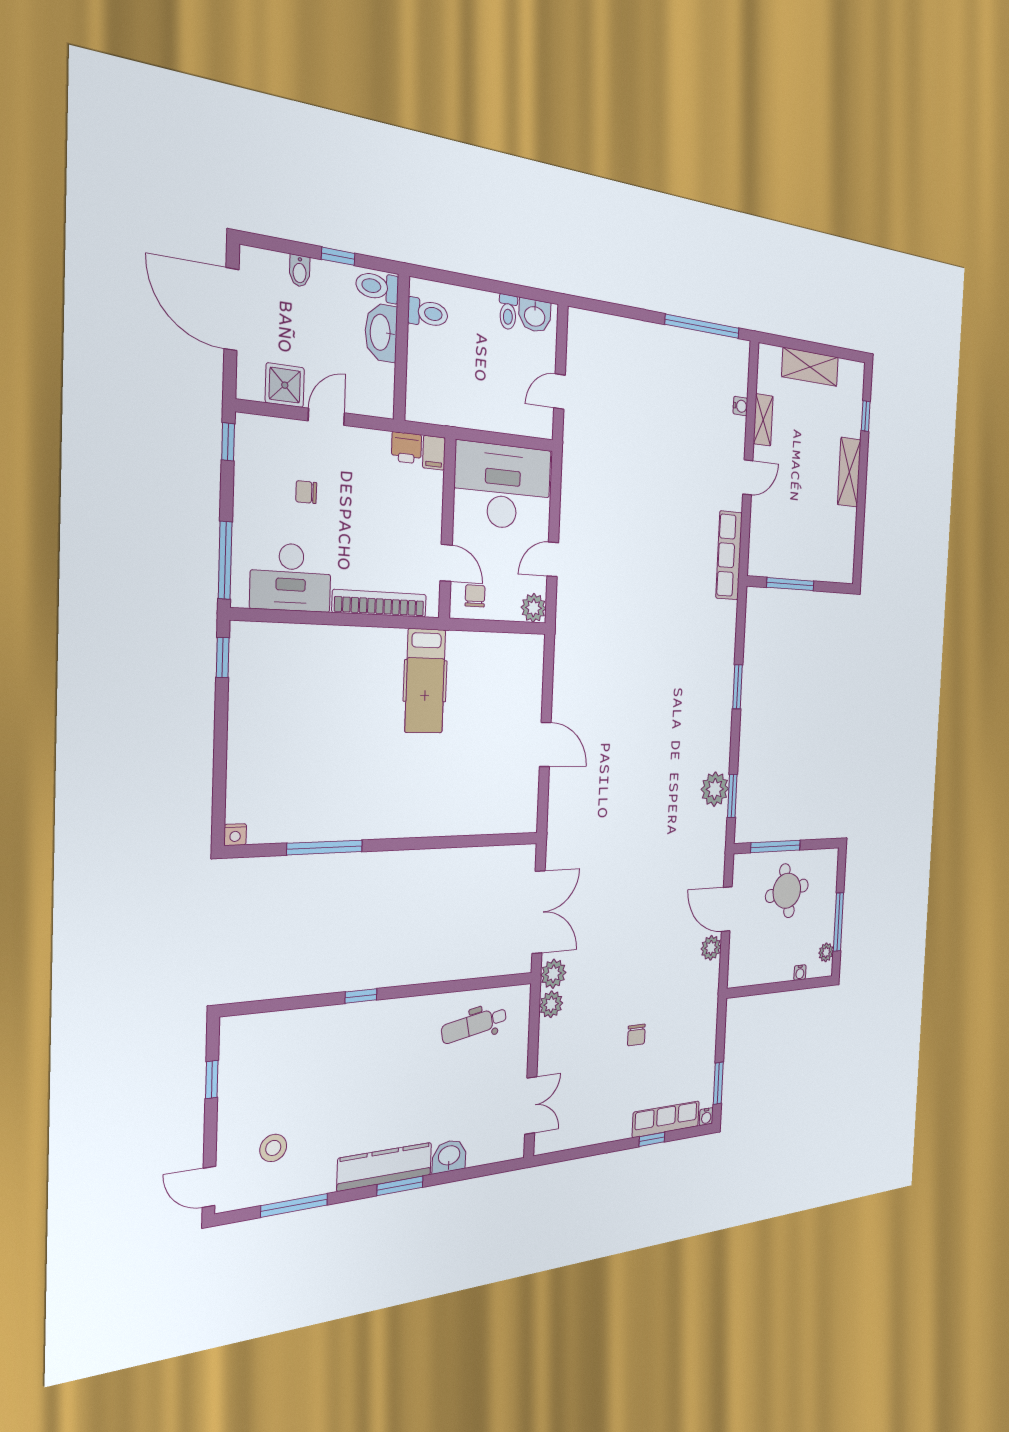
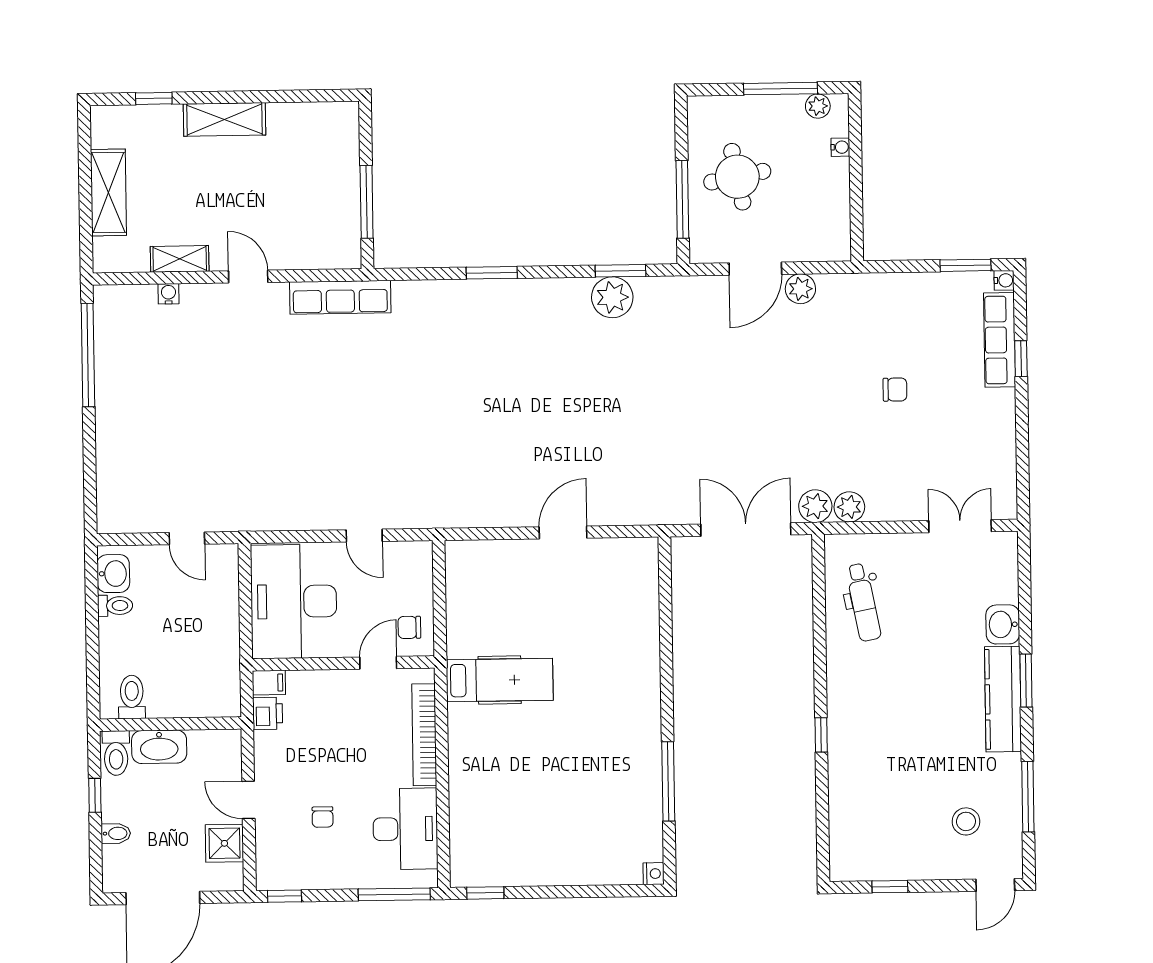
plant: (534, 608) -> (417, 556), removed

